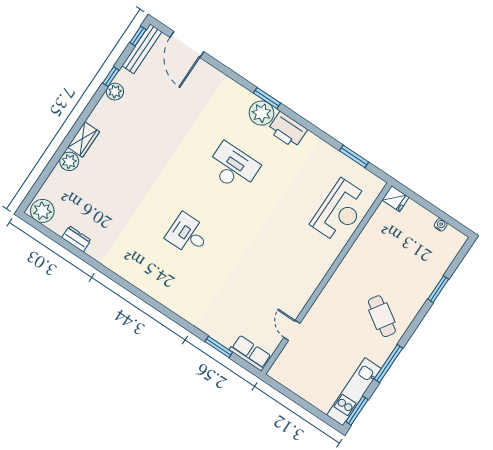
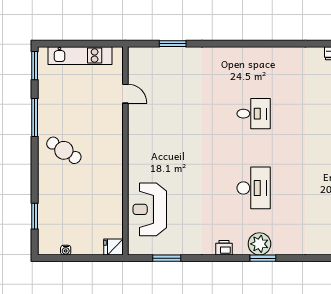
printer: (287, 130) -> (224, 248), width x0.53, depth x0.68
desk: (233, 167) -> (254, 188), turned -90
window: (438, 289) -> (35, 216), moved
row of seats: (250, 353) -> (145, 55), removed
kitchen unit: (354, 392) -> (80, 56), moved, turned 90

